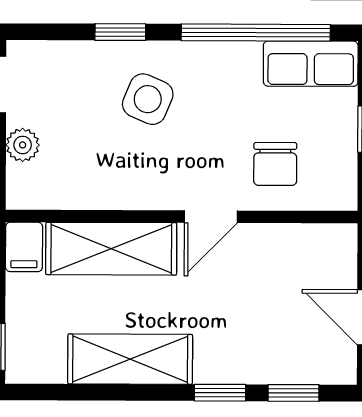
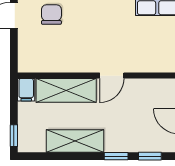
side table: (148, 99) -> (83, 22), removed
plant: (23, 145) -> (25, 43), removed
chair: (275, 164) -> (51, 15), moved, turned 180

